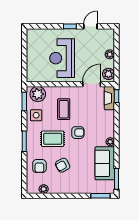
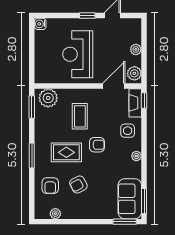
water cooler: (31, 33) -> (40, 24), added
side table: (36, 115) -> (128, 131), moved
sofa: (105, 163) -> (130, 199), moved

